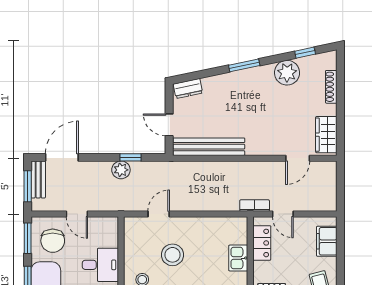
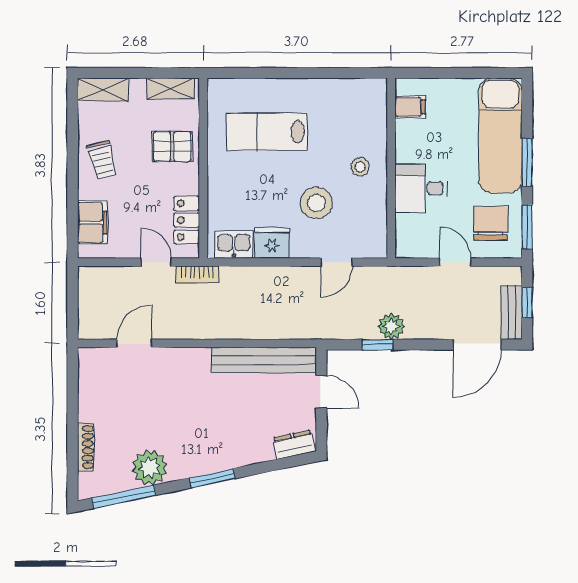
window: (305, 53) -> (124, 497), width x2.17
wardrobe: (326, 135) -> (93, 377), removed
window: (28, 186) -> (527, 303), width x0.67
fridge: (203, 227) -> (272, 243), added
kitchen sink: (238, 258) -> (234, 245), moved, turned -90

